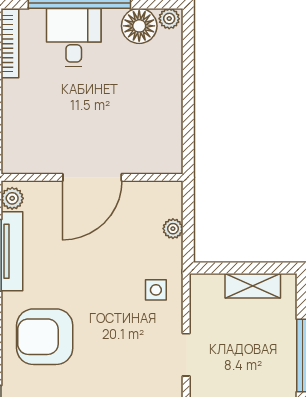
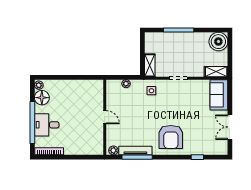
door: (92, 177) -> (105, 117), width x0.53
shelving: (253, 286) -> (150, 65), moved

